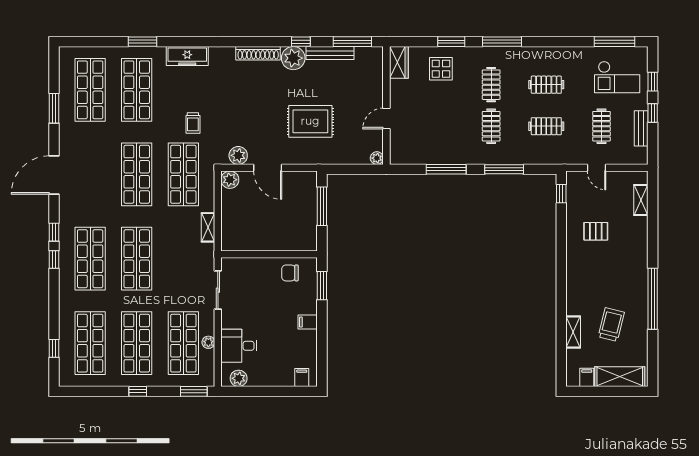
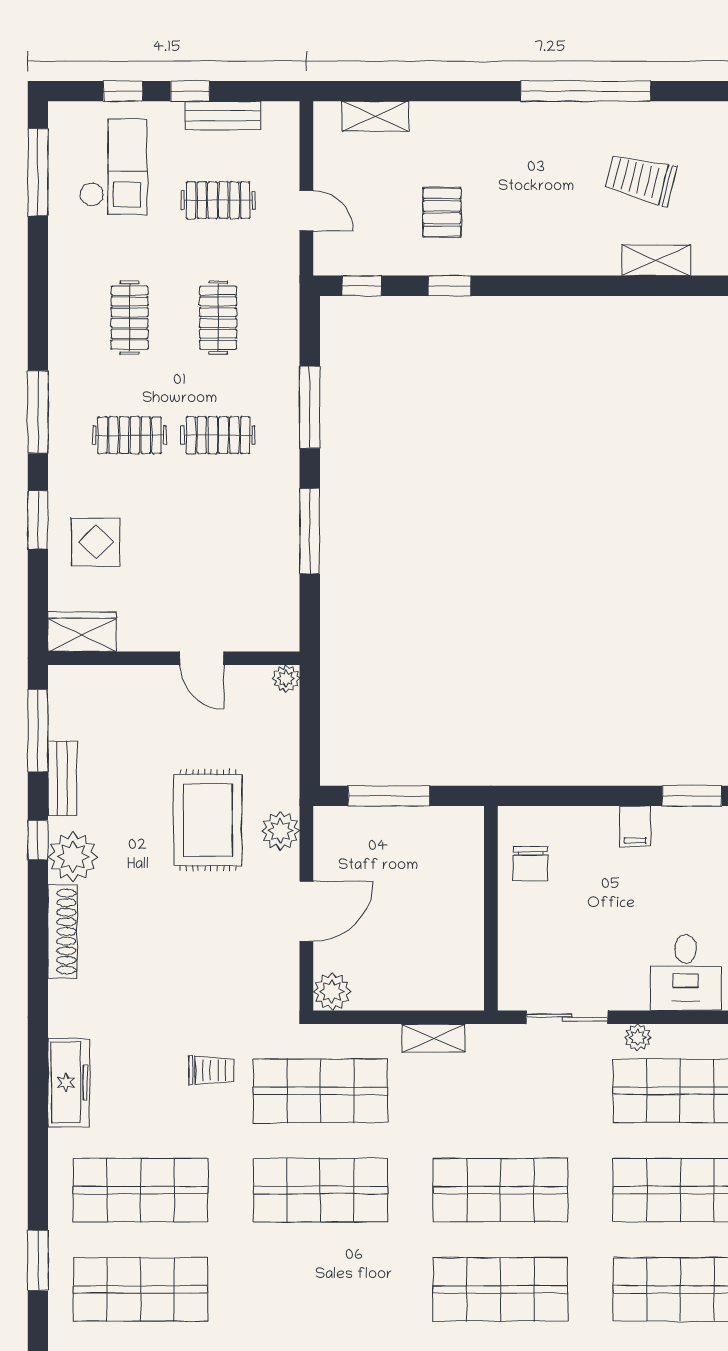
window: (143, 42) -> (38, 1260), moved
bench: (330, 53) -> (62, 778), width x0.73
plant: (238, 155) -> (280, 831), moved
door: (596, 168) -> (306, 211), hinge flipped
window: (561, 235) -> (450, 286), added
window: (322, 286) -> (692, 796), moved
plant: (208, 342) -> (638, 1037), moved

